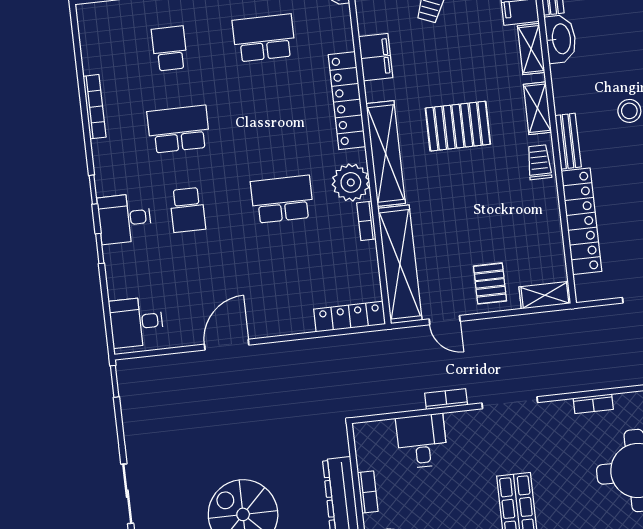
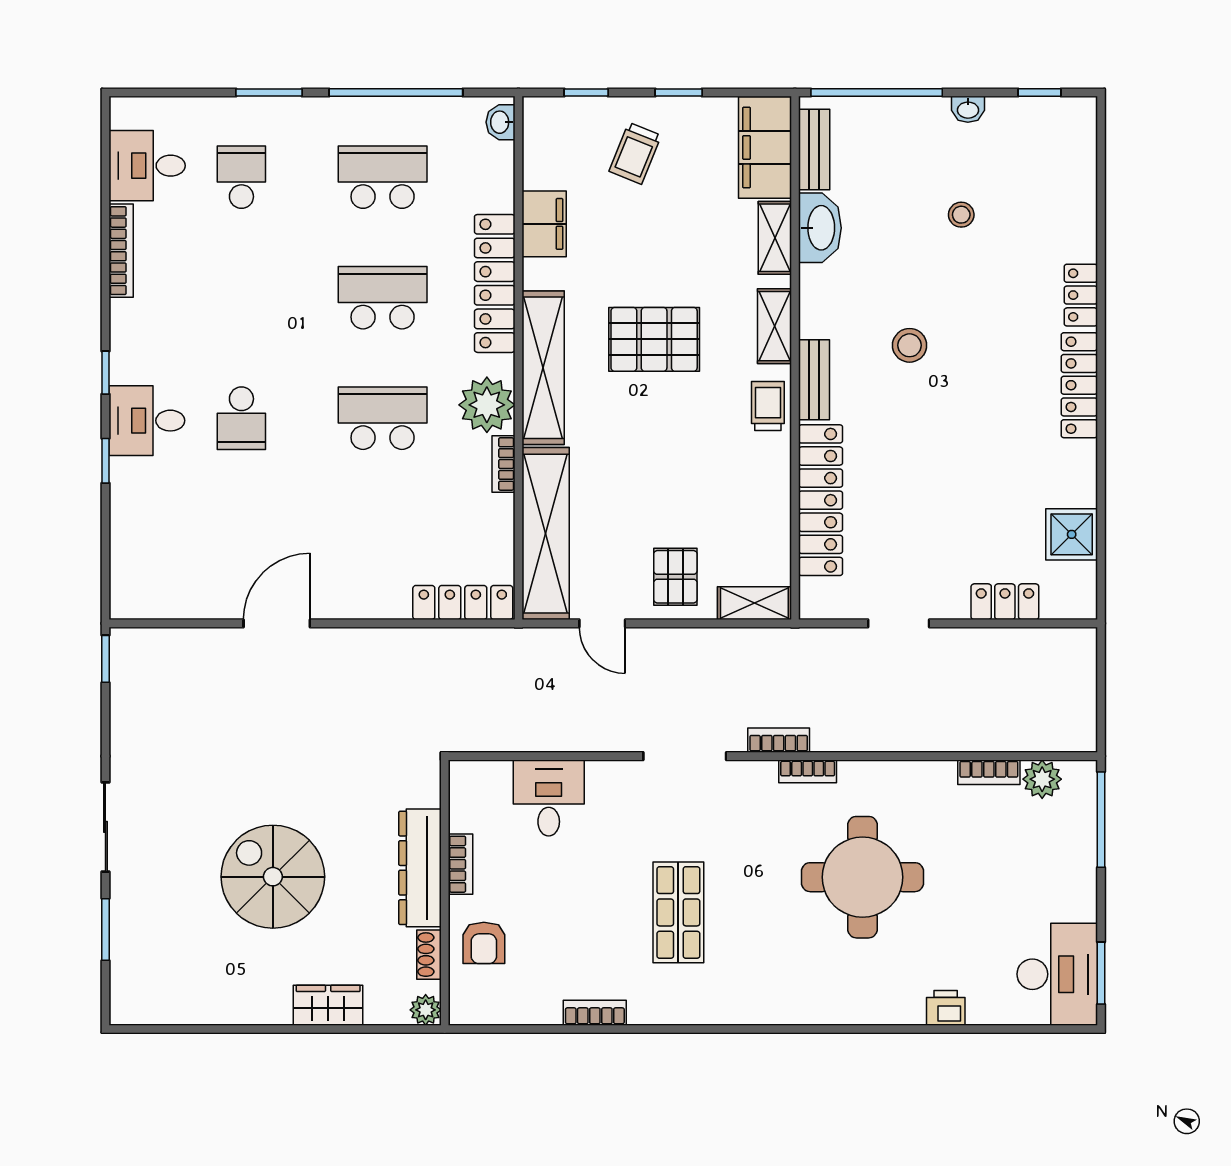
school desk: (178, 129) -> (383, 298), moved
desk: (136, 322) -> (147, 166), moved
bookcase: (446, 399) -> (779, 740), moved

